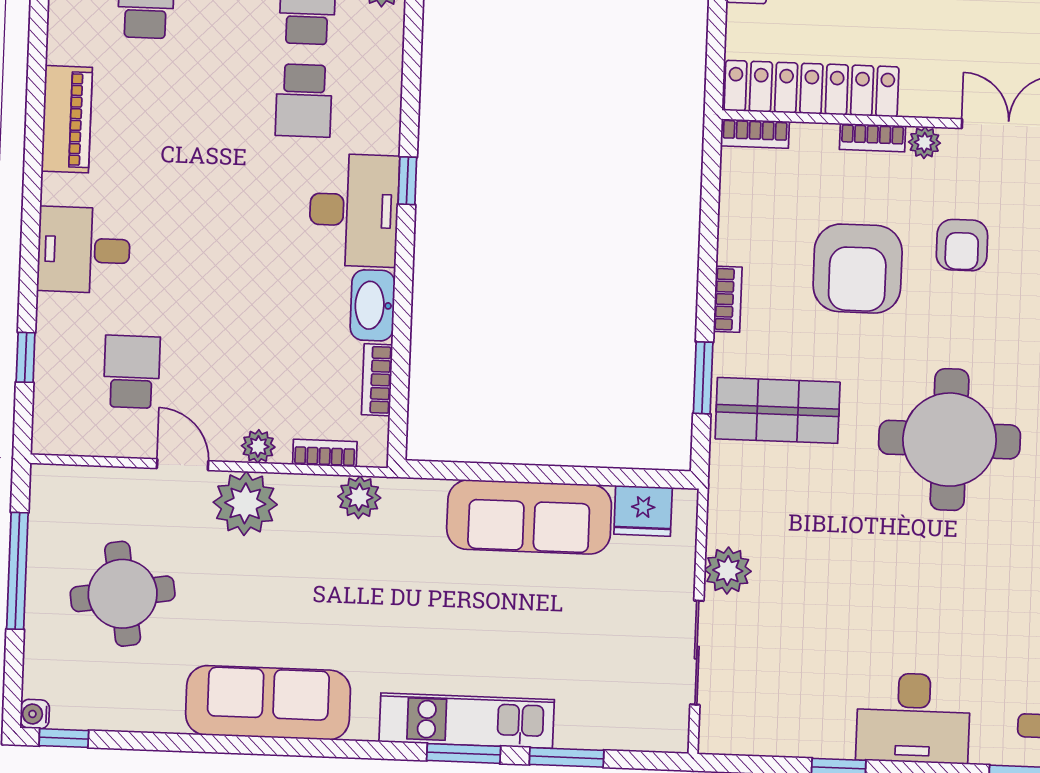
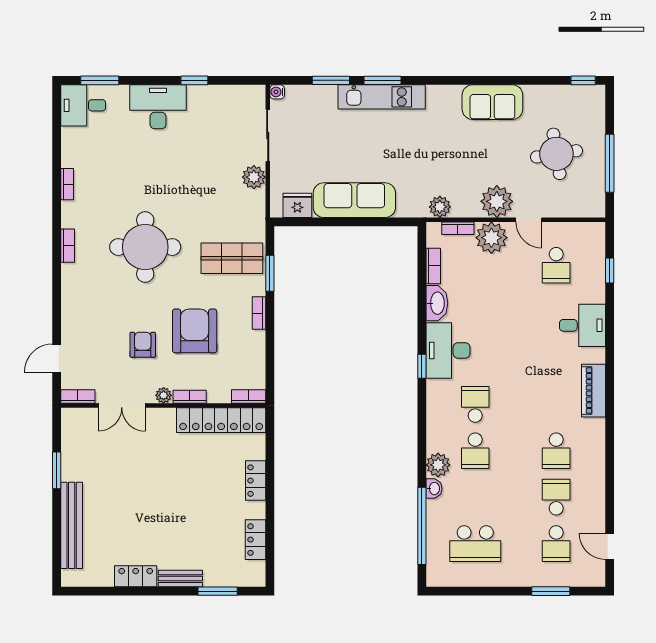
plant: (258, 446) -> (491, 238), width x1.88, depth x1.88
sofa: (268, 703) -> (492, 102), width x0.73
water cooler: (35, 714) -> (277, 92), moved, turned 180

